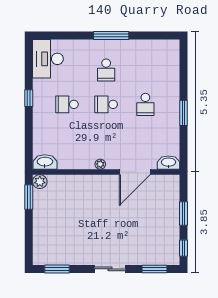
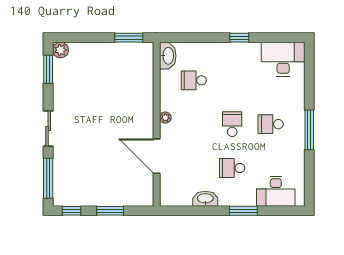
desk: (166, 65) -> (276, 191), added
school desk: (67, 104) -> (194, 80), moved, turned -90
window: (183, 113) -> (243, 211), moved
washbasin: (168, 163) -> (205, 199), moved, turned -90
plant: (40, 182) -> (60, 50), moved
window: (155, 269) -> (48, 178), width x1.44

